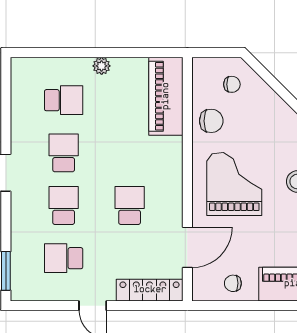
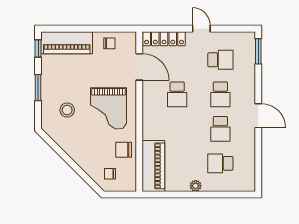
door: (187, 247) -> (139, 67), swing flipped

